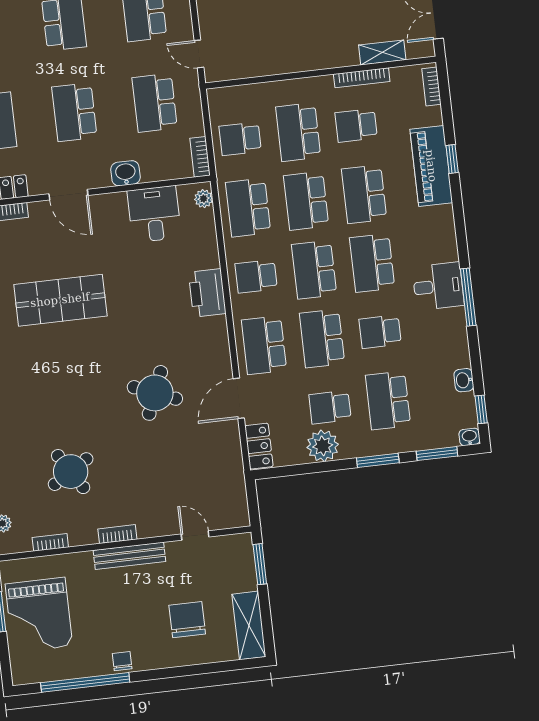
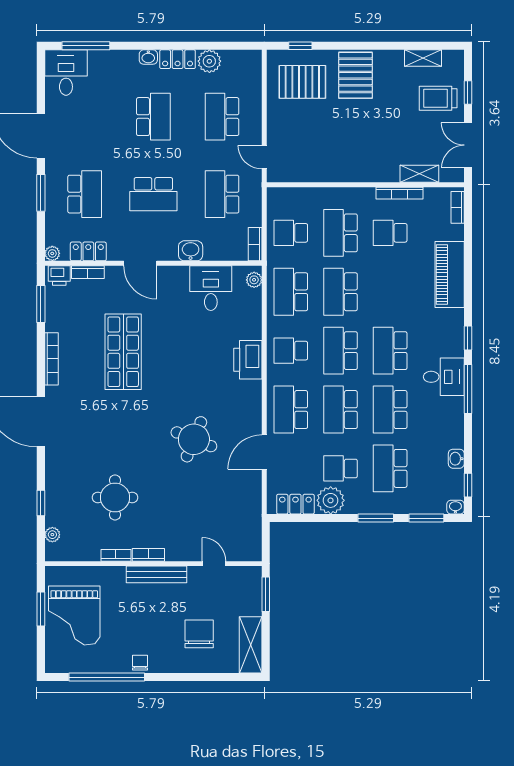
school desk: (74, 112) -> (153, 194), turned -90
window: (452, 159) -> (468, 338), moved
school desk: (364, 194) -> (390, 292), removed
shop shelf: (60, 300) -> (123, 352), turned 90
school desk: (380, 332) -> (390, 410), width x1.85
locker: (259, 446) -> (295, 504), moved, turned -90
round table: (71, 472) -> (115, 497), turned 32
bookcase: (50, 542) -> (116, 555), moved

